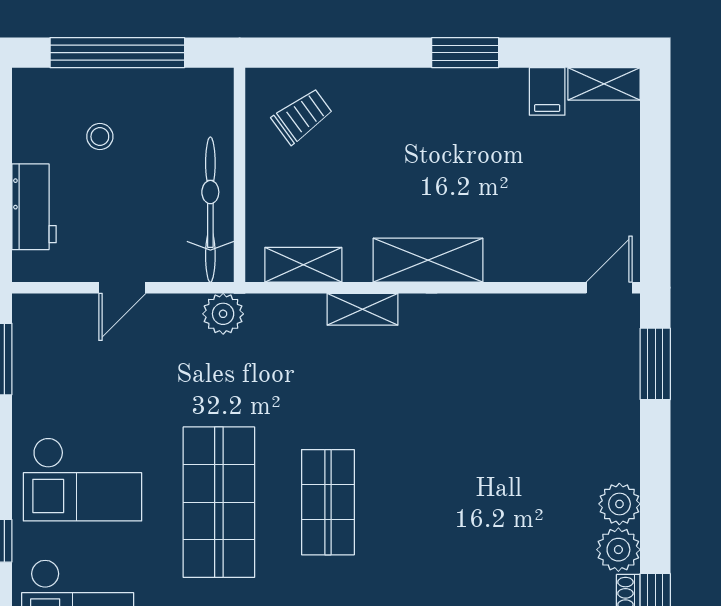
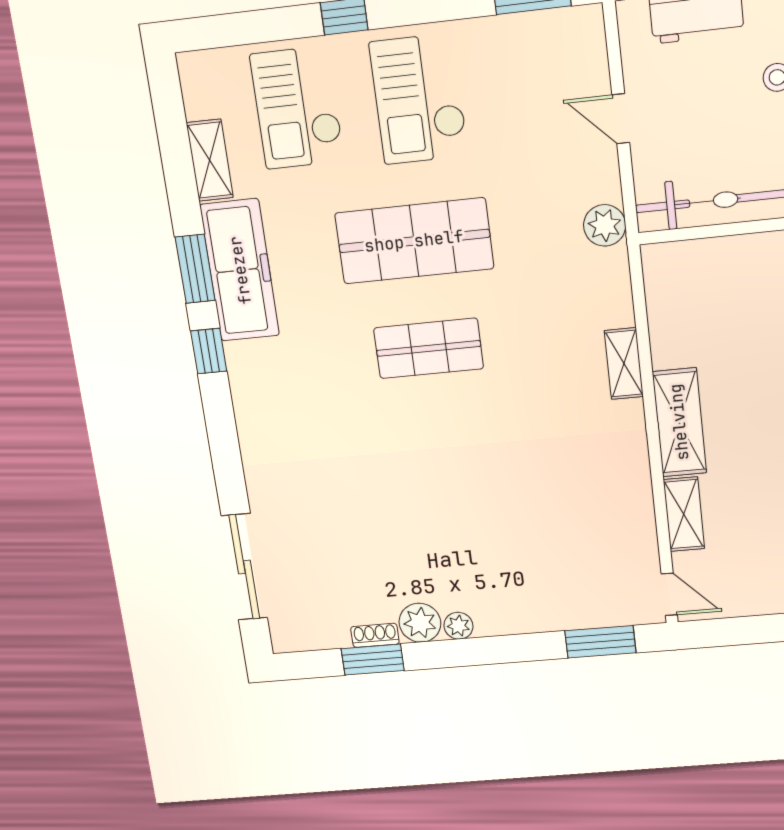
shelving: (303, 265) -> (684, 514), moved
plant: (619, 504) -> (458, 626), width x0.73, depth x0.73

